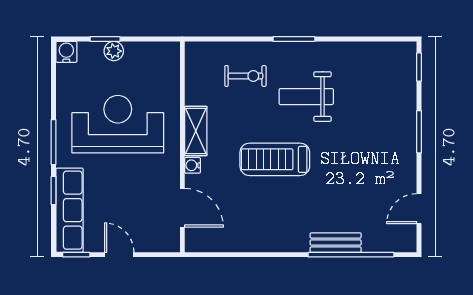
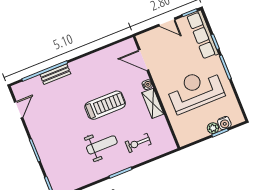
water cooler: (66, 52) -> (224, 123), moved
reception desk: (118, 124) -> (195, 90), turned 180

